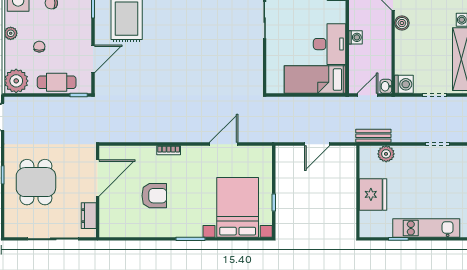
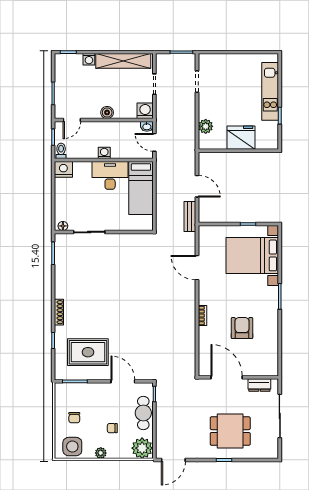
boiler: (402, 23) -> (107, 112), moved
bench: (373, 136) -> (190, 217), moved

